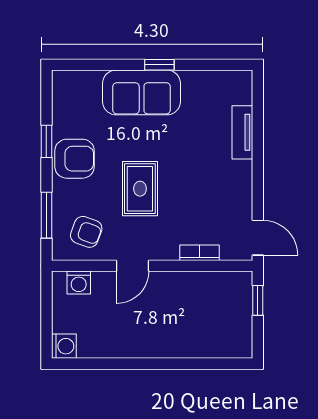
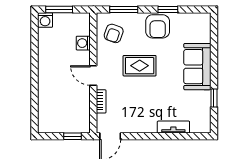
window: (159, 65) -> (214, 98), moved
door: (132, 266) -> (93, 75), moved
washing machine: (79, 282) -> (83, 43), moved
window: (46, 323) -> (59, 10), added

